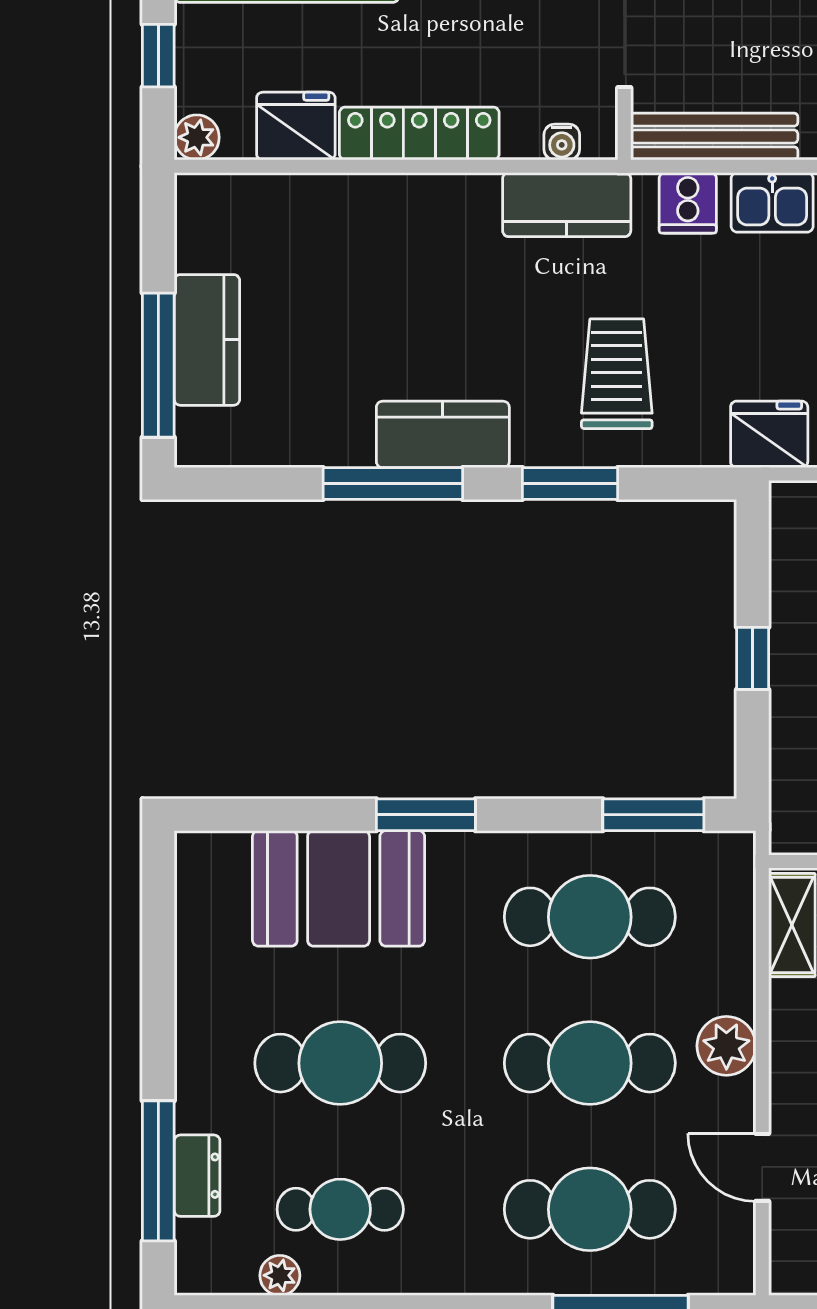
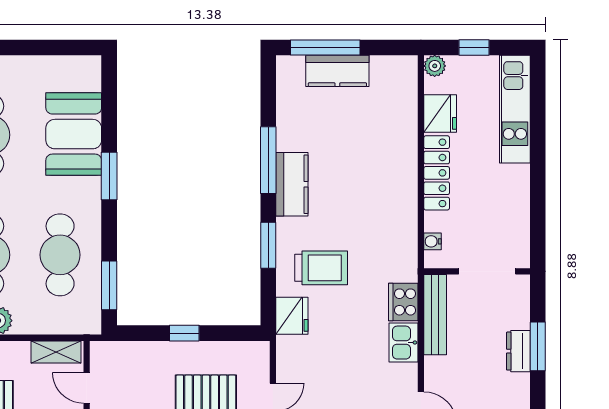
cooker: (688, 203) -> (403, 302), width x1.36
kitchen counter: (567, 205) -> (402, 244), removed
fridge: (769, 434) -> (292, 316), moved

